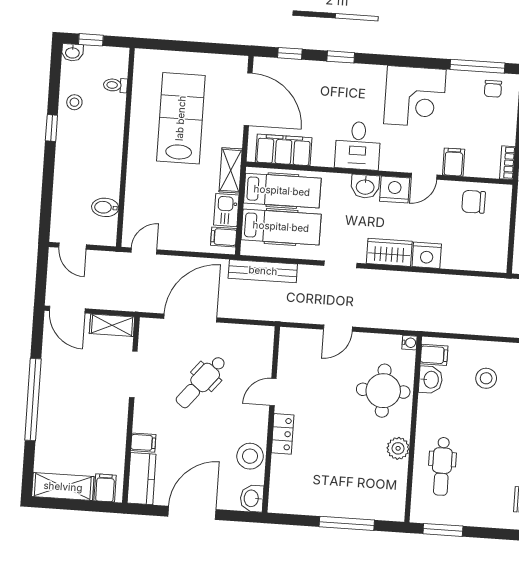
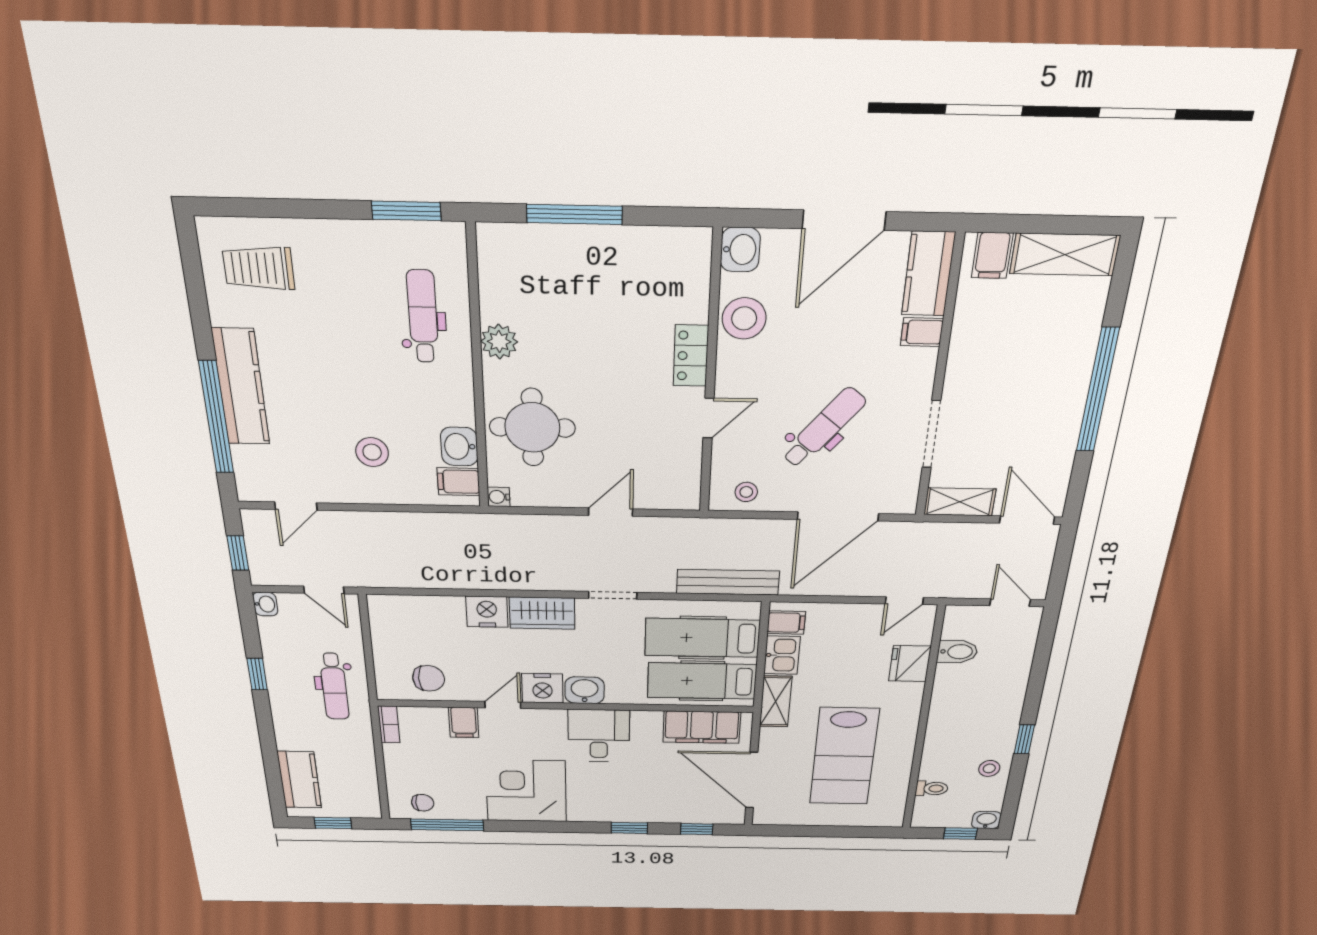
chair: (493, 89) -> (423, 803), turned 90
fridge: (137, 199) -> (910, 664), added
stool: (250, 339) -> (746, 492), added

